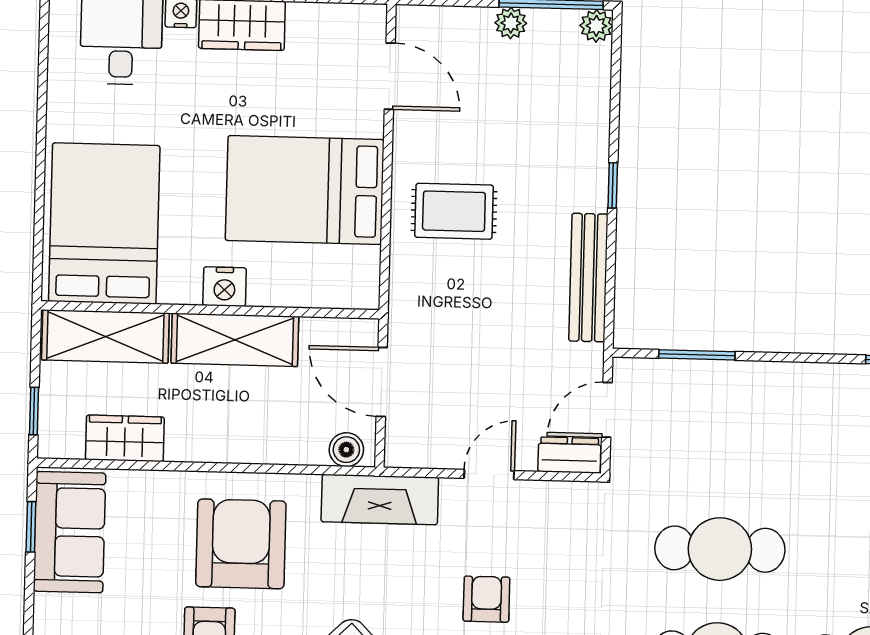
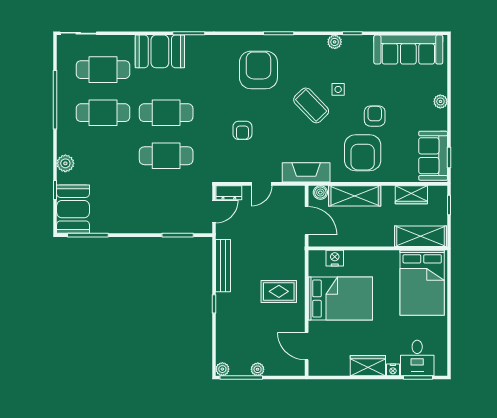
nightstand: (225, 287) -> (335, 258), moved
shelving: (235, 340) -> (355, 196), moved
armchair: (486, 599) -> (242, 130), moved

